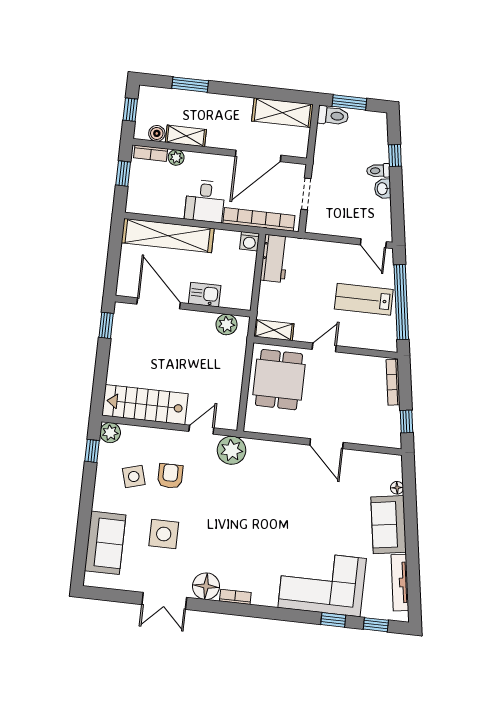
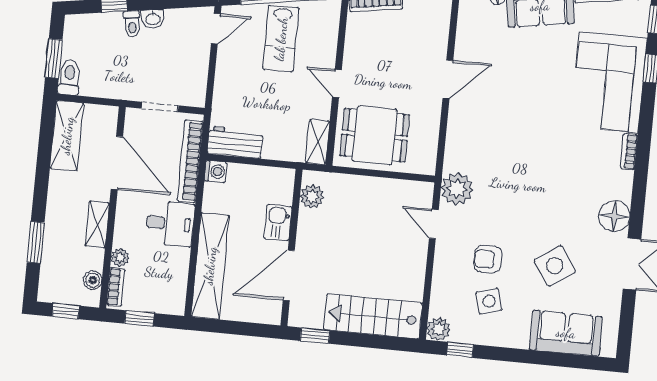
shelving: (186, 136) -> (97, 224), moved
stairs: (145, 405) -> (373, 316), moved, turned 90
side table: (164, 534) -> (555, 266), turned -34
bookcase: (235, 597) -> (629, 152), moved

